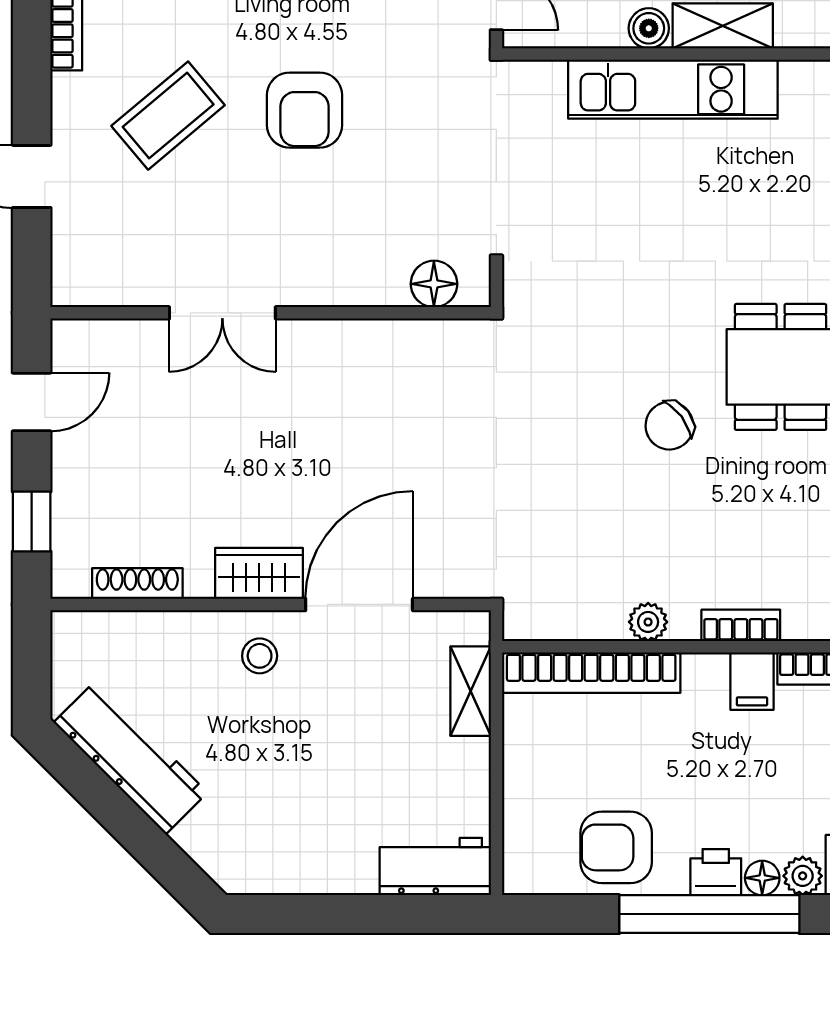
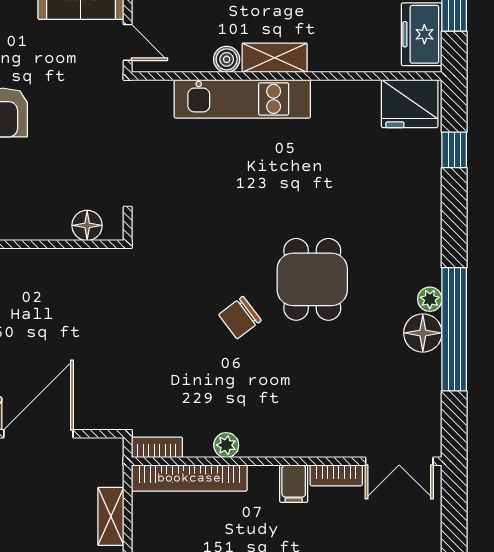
bookcase: (741, 625) -> (157, 447), moved
shelving: (471, 691) -> (111, 516), moved

